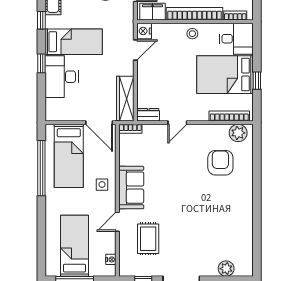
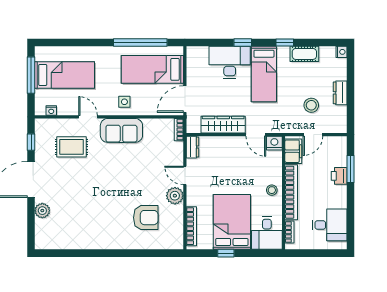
wardrobe: (125, 99) -> (223, 125), moved
plant: (238, 133) -> (175, 196), moved
plant: (226, 269) -> (42, 211), moved

